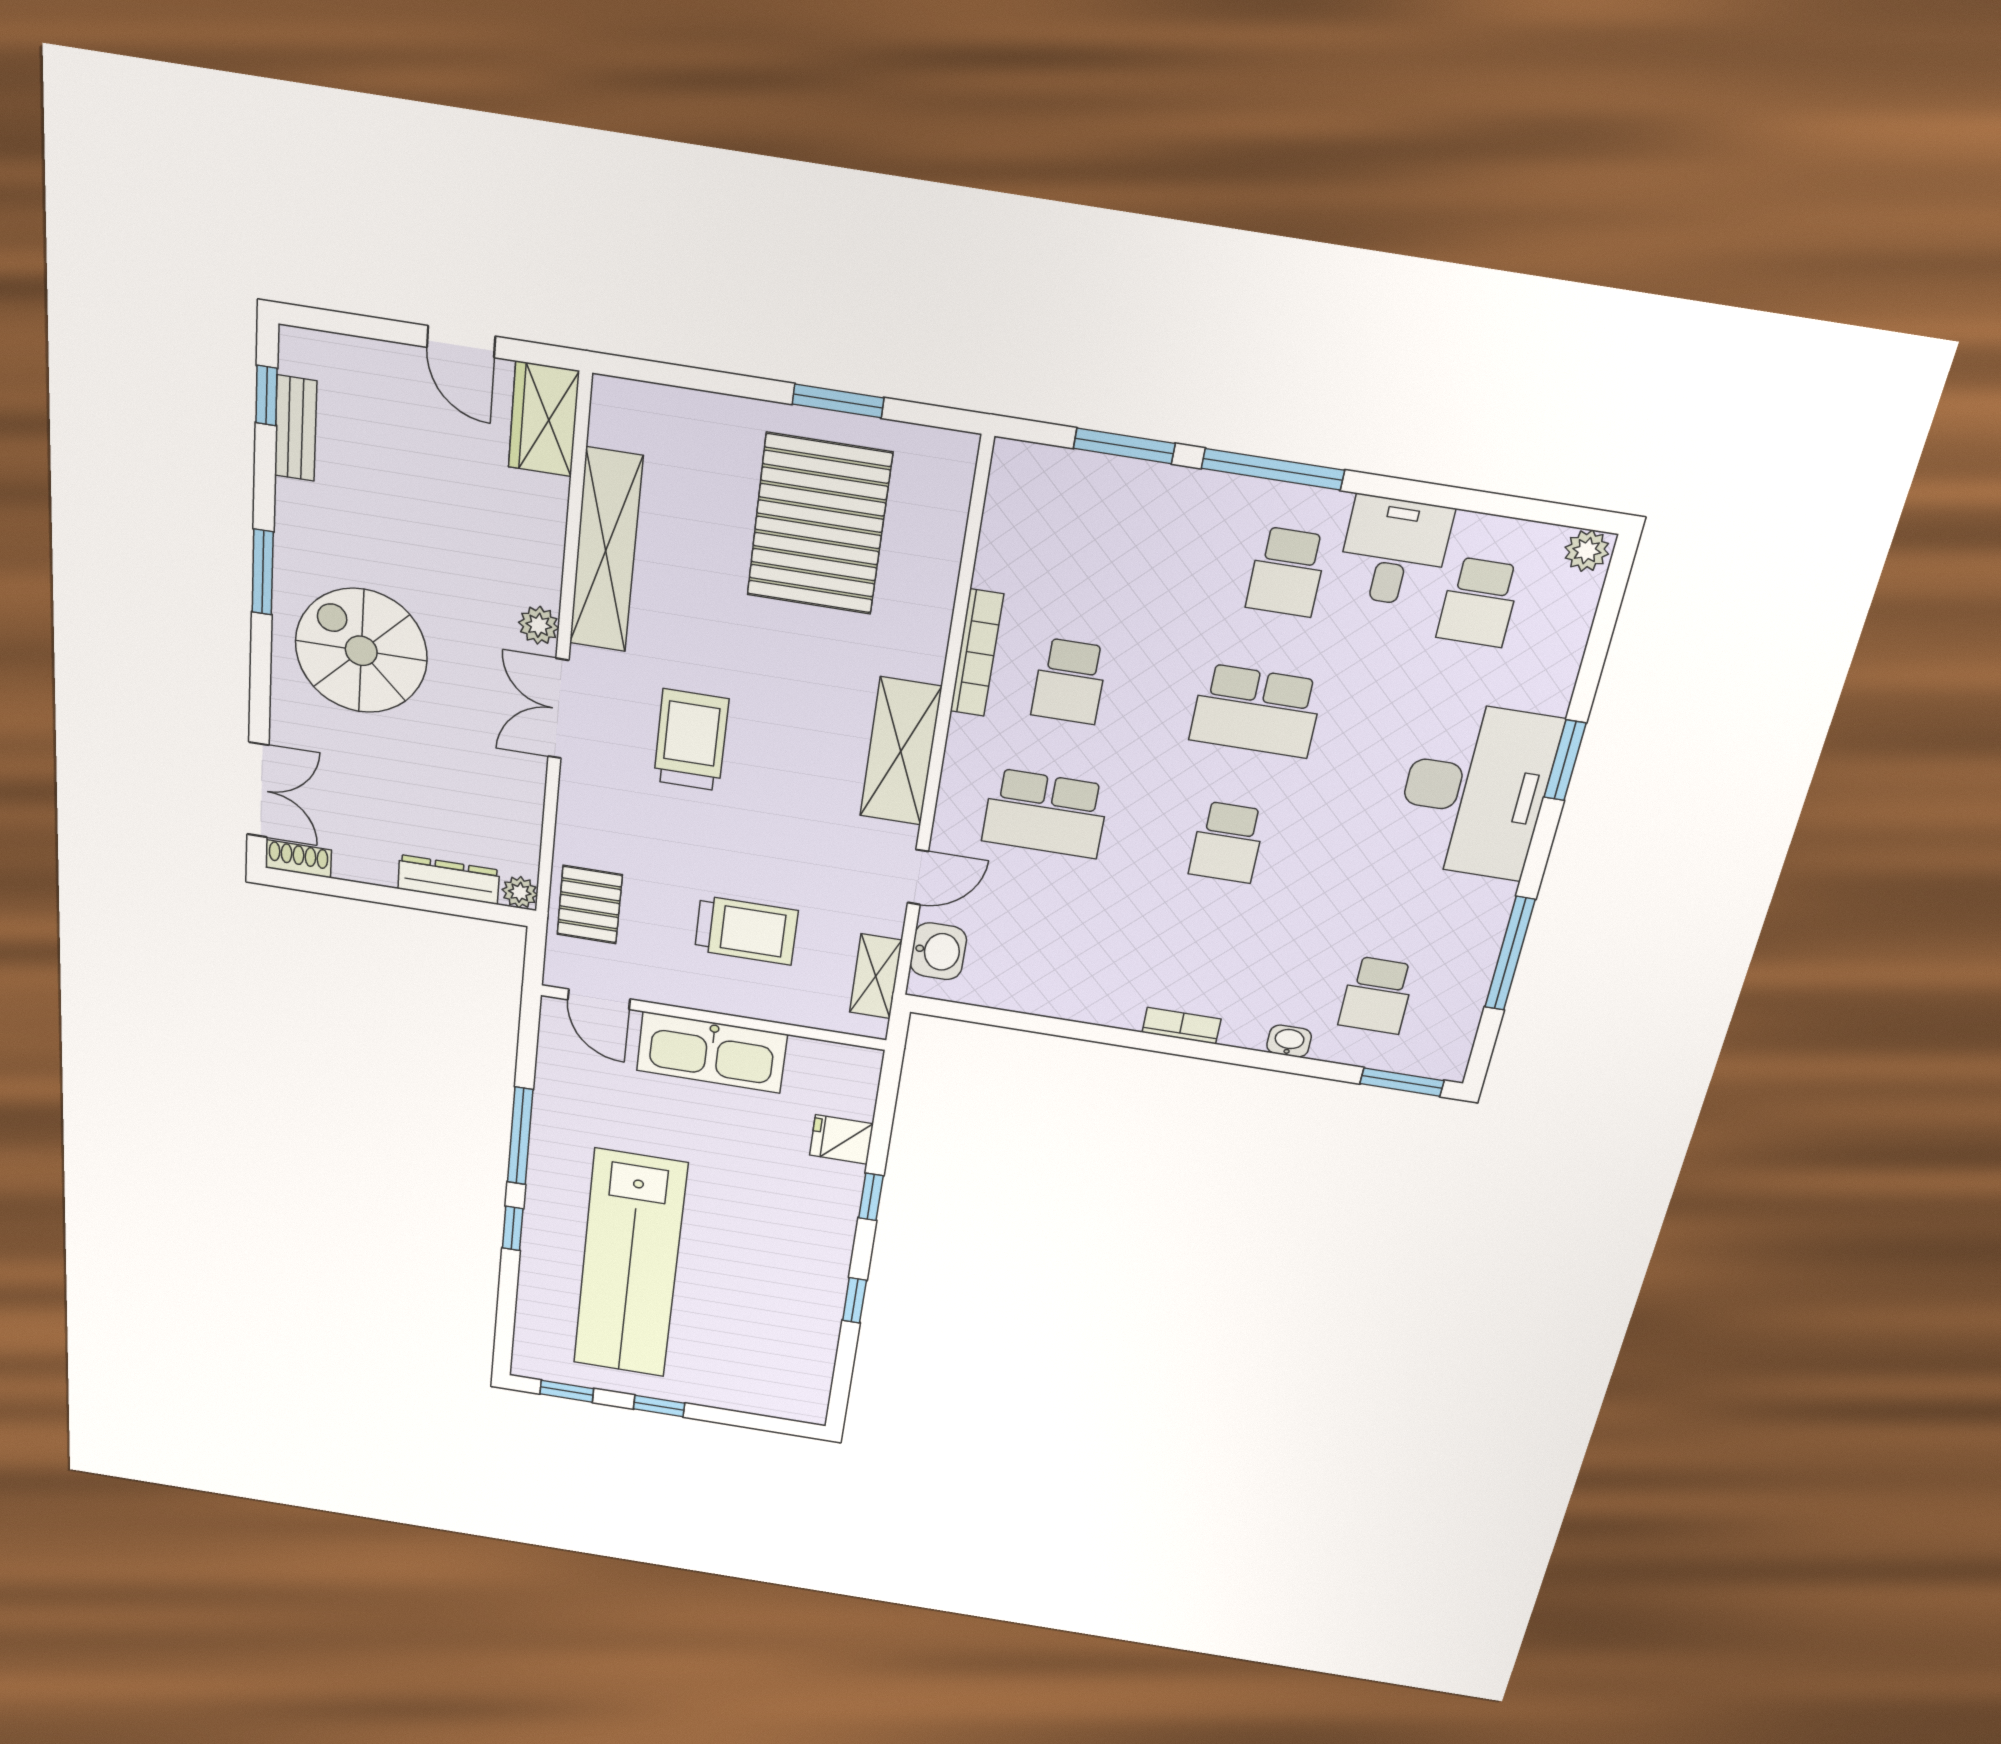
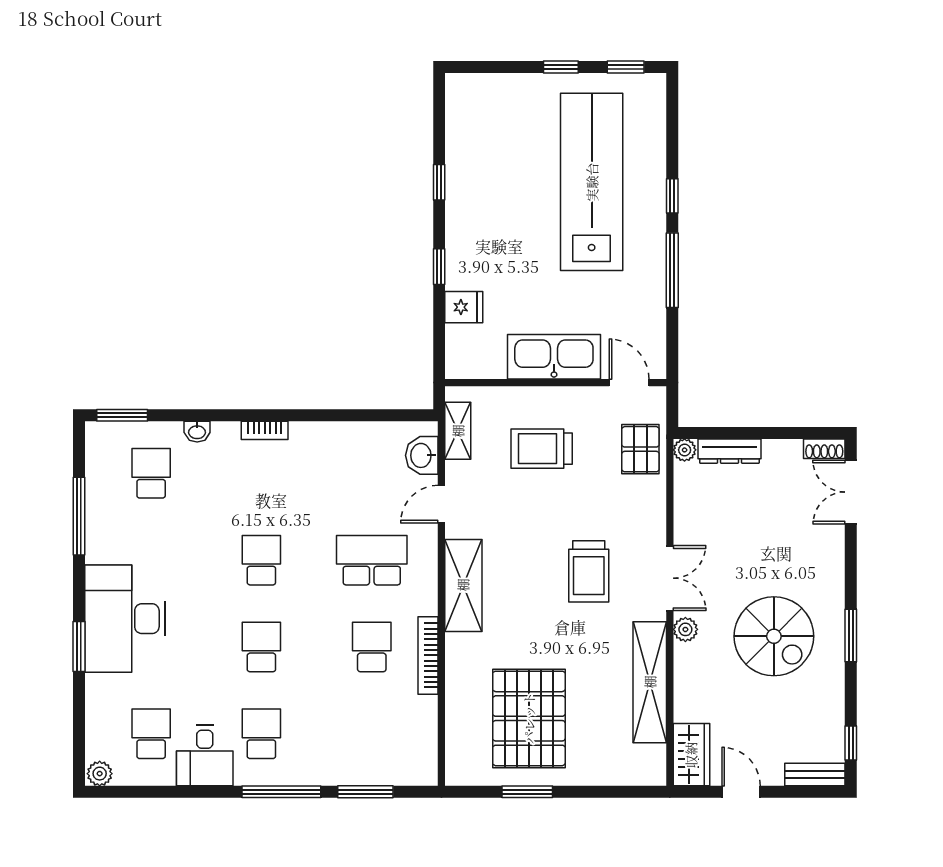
bench: (296, 428) -> (815, 775), moved, turned 90
spiral stairs: (361, 651) -> (774, 636), moved
school desk: (1256, 711) -> (261, 647), width x0.54

